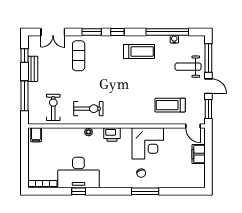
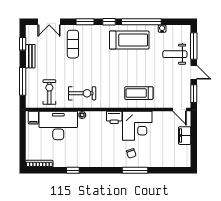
window: (167, 32) -> (141, 22), moved
treadmill: (139, 51) -> (129, 40), width x1.37, depth x1.38
treadmill: (170, 105) -> (139, 93), moved
printer: (112, 135) -> (114, 117), moved
desk: (78, 172) -> (58, 125), moved, turned 180

